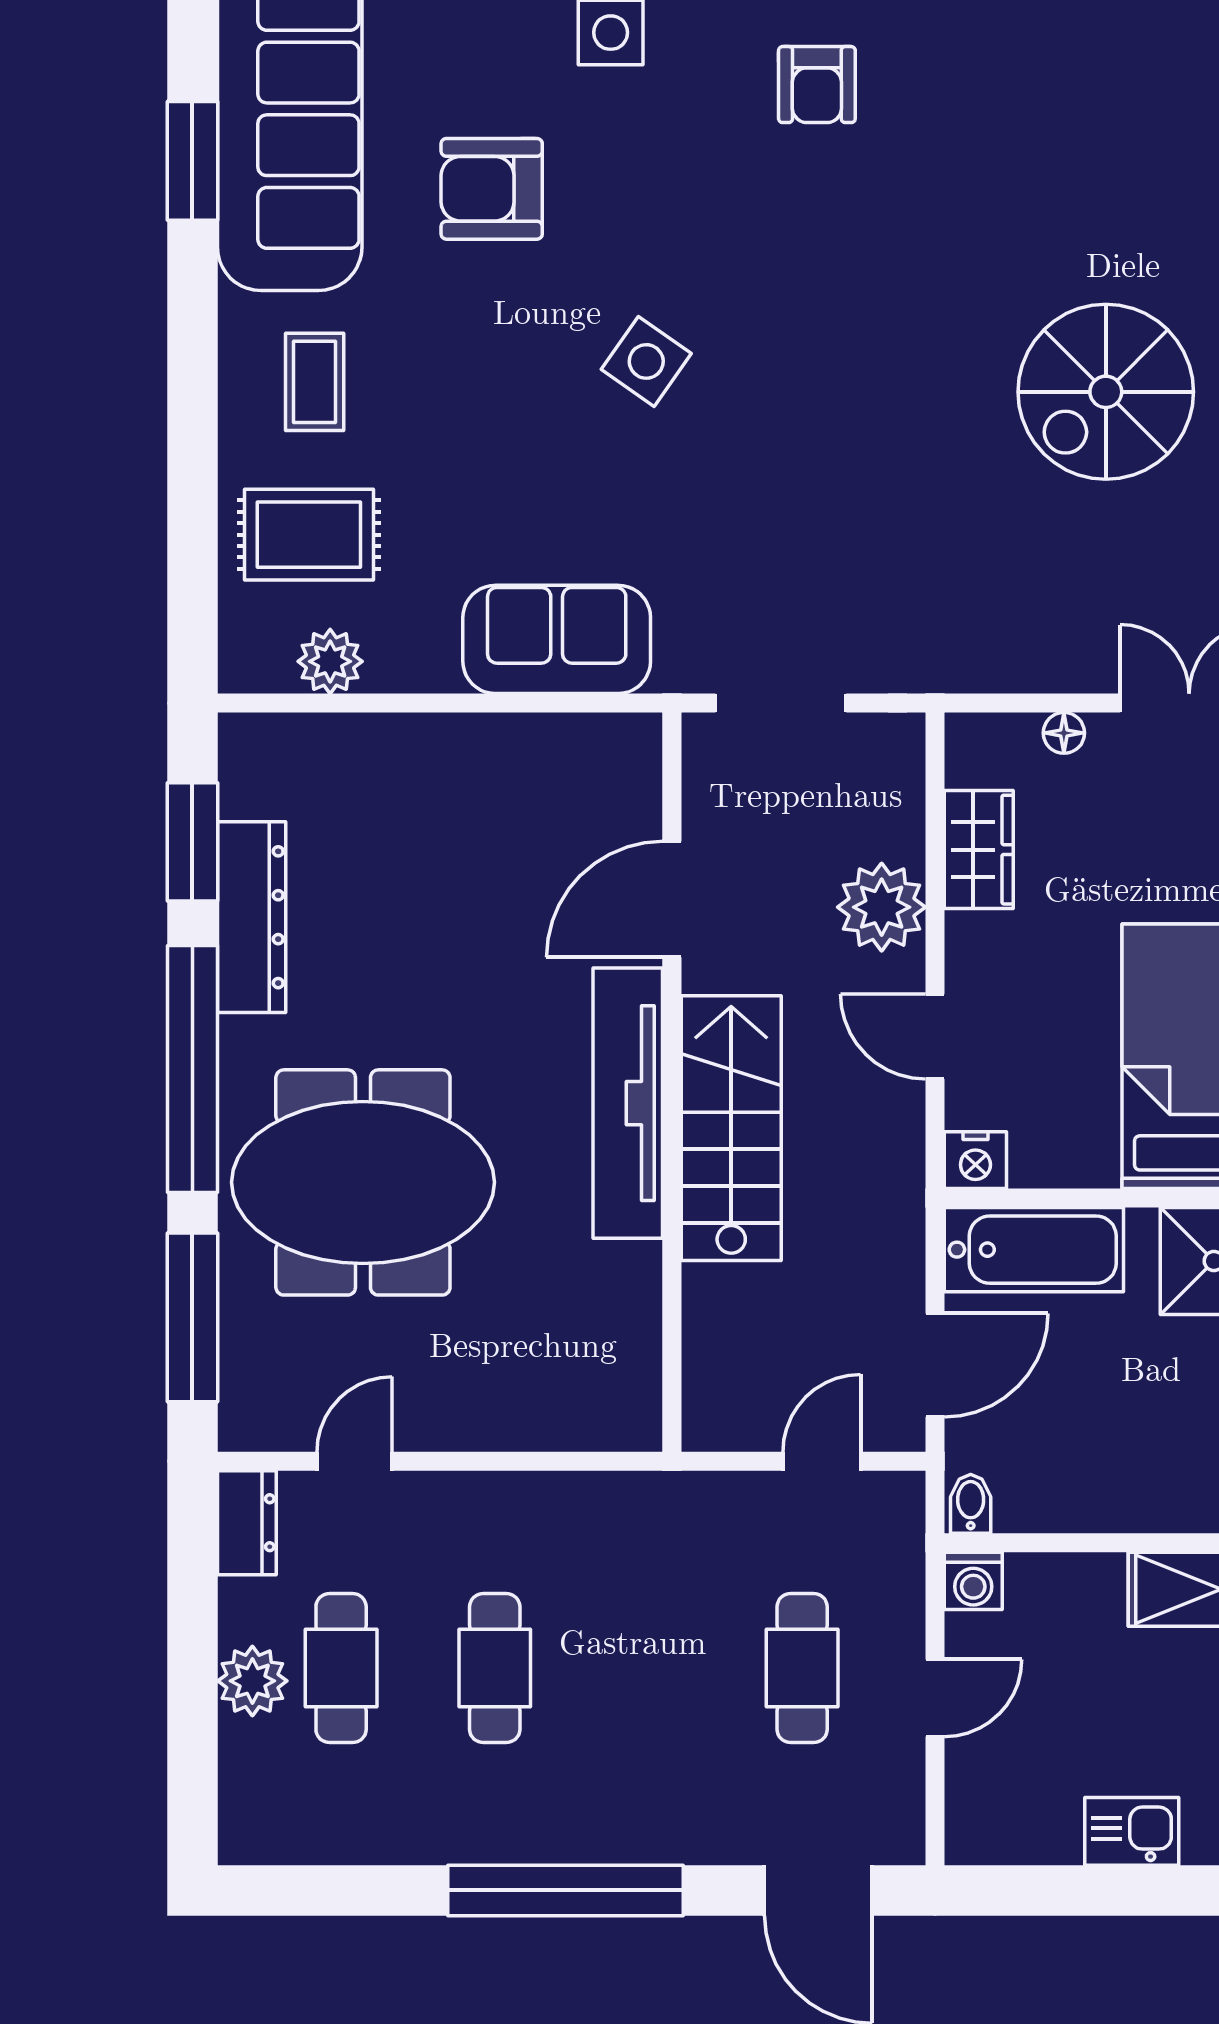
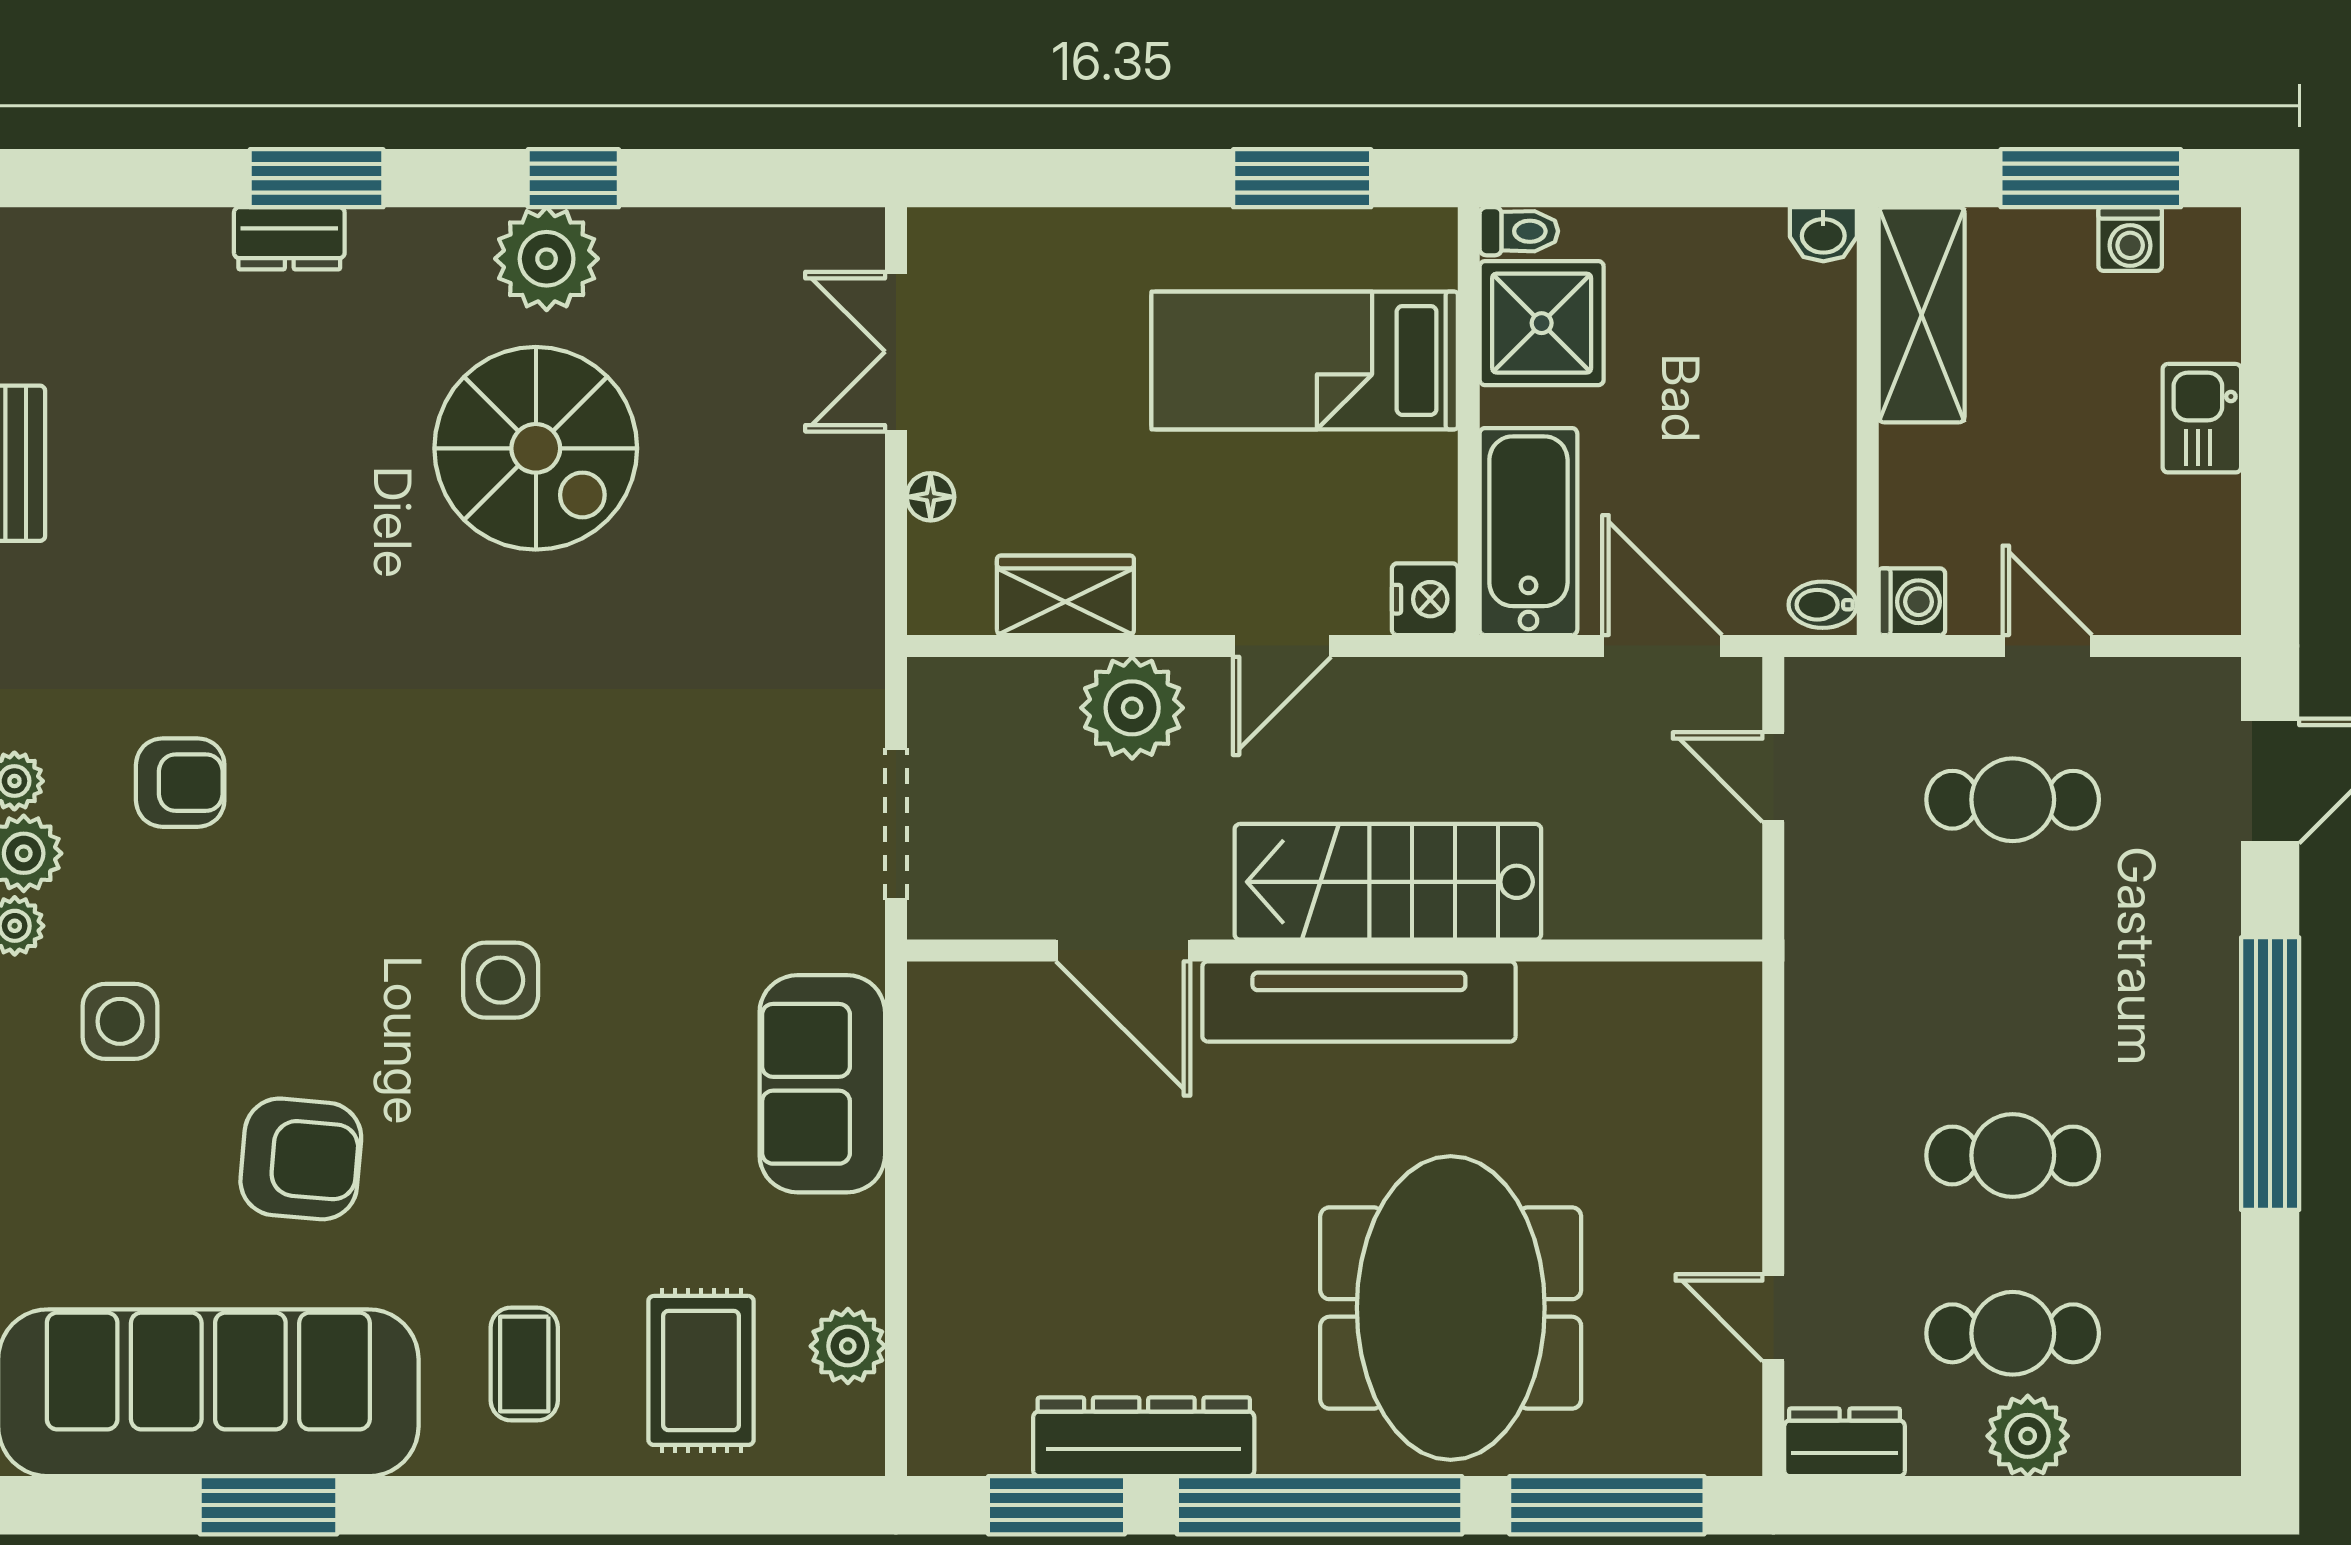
armchair: (492, 189) -> (301, 1159), turned -85
side table: (646, 361) -> (501, 980), turned -35
coffee table: (315, 382) -> (524, 1364), turned 90

